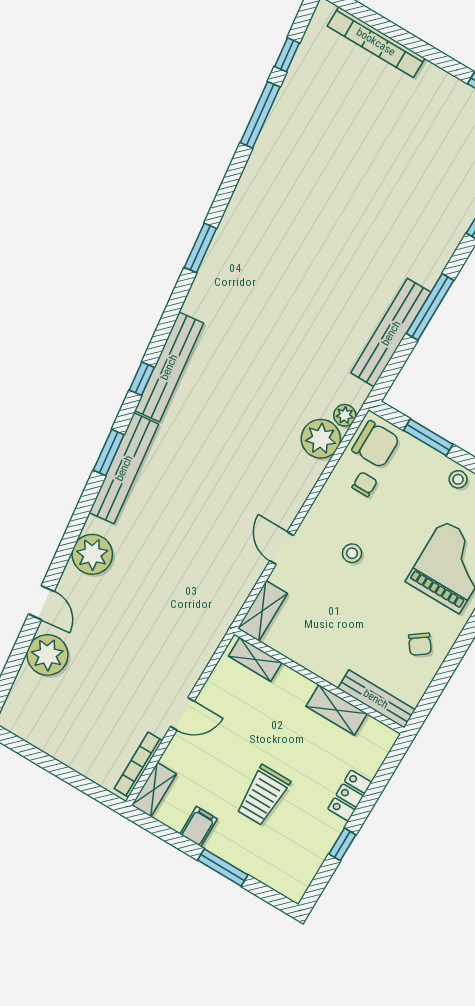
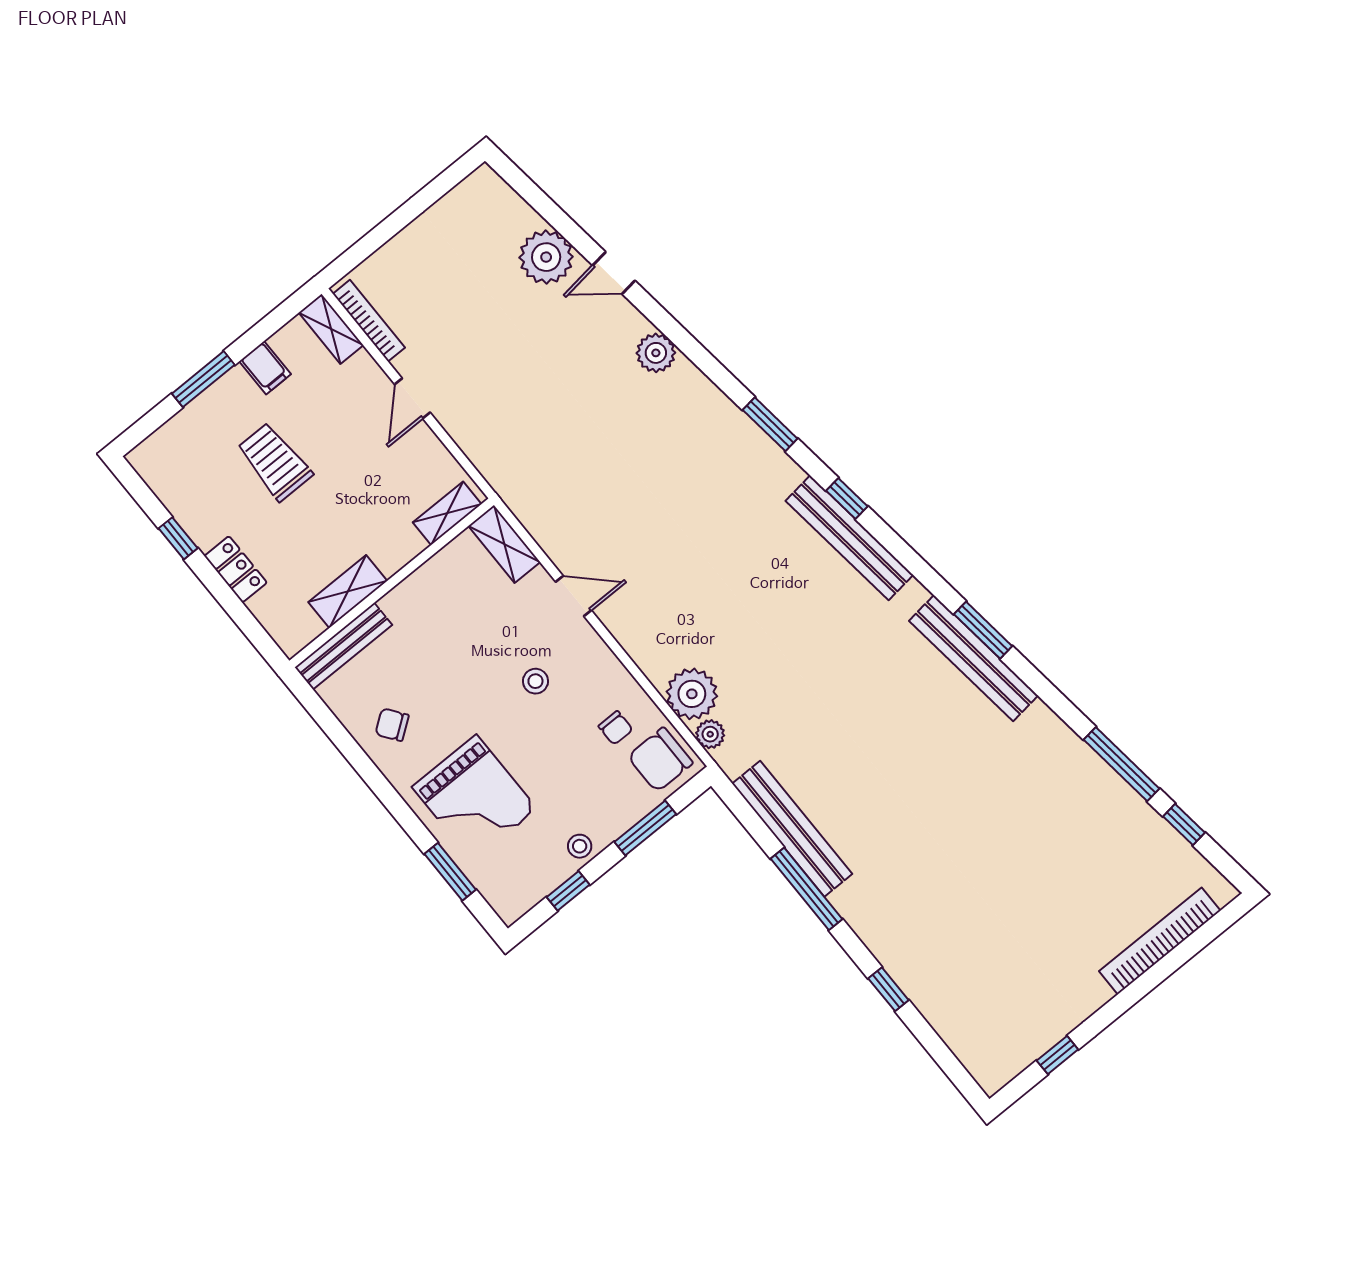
bench: (124, 468) -> (974, 658), moved
plant: (92, 554) -> (656, 353), width x0.73, depth x0.73

